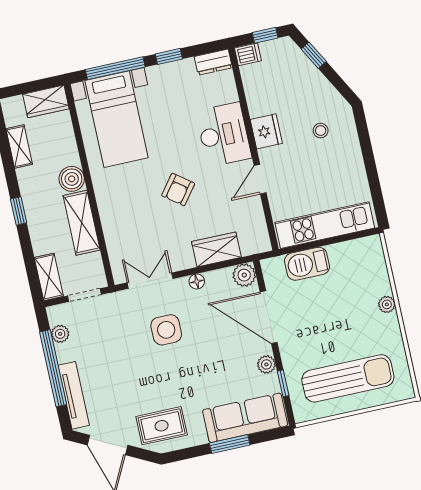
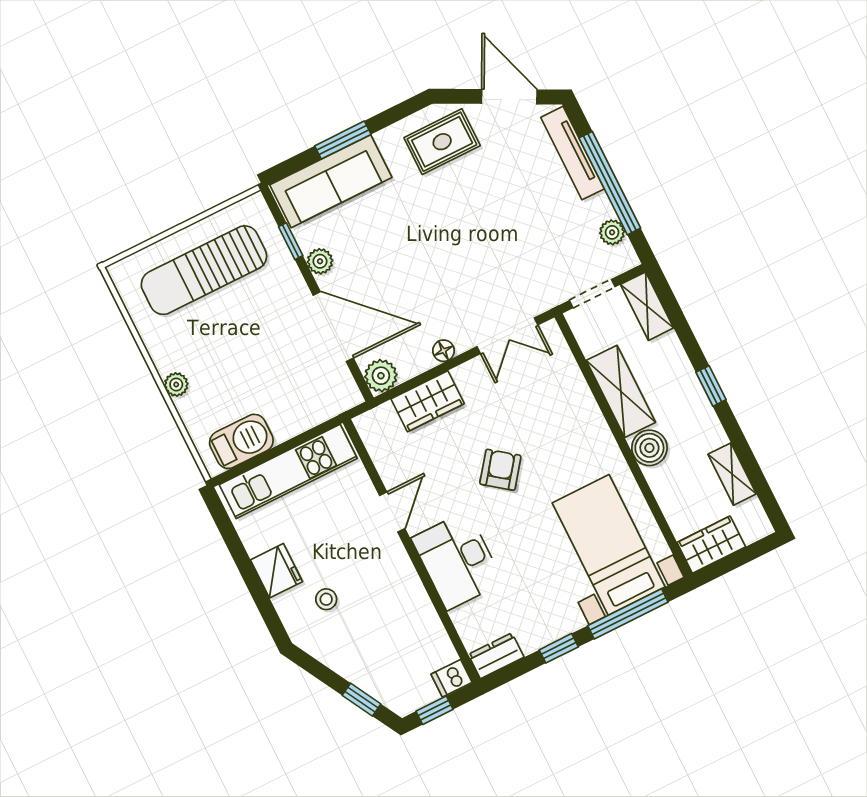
fridge: (266, 131) -> (276, 571), moved, turned 180
barbecue: (307, 264) -> (241, 441), moved
side table: (166, 330) -> (469, 274), removed

